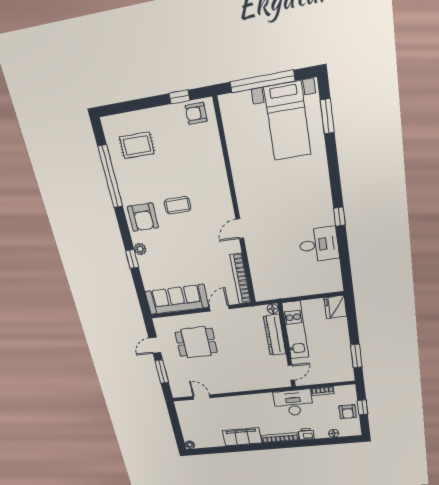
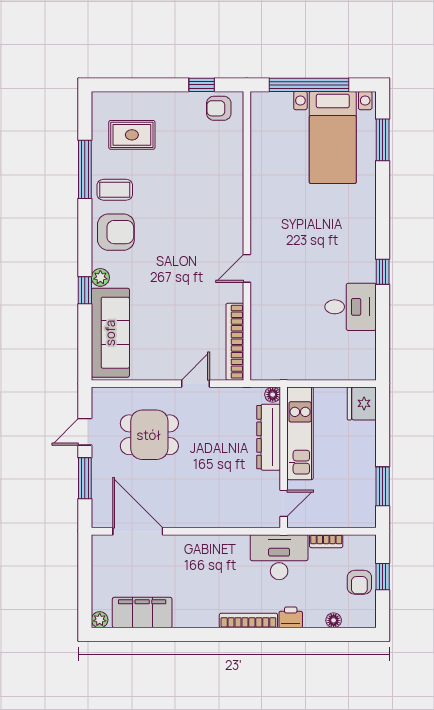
window: (110, 176) -> (85, 169), width x0.68
coffee table: (178, 205) -> (115, 190), moved
armchair: (143, 217) -> (116, 232), turned -90
sofa: (177, 299) -> (110, 333), moved, turned 90
door: (202, 397) -> (138, 531), width x1.88
filing cabinet: (242, 437) -> (142, 613), moved

